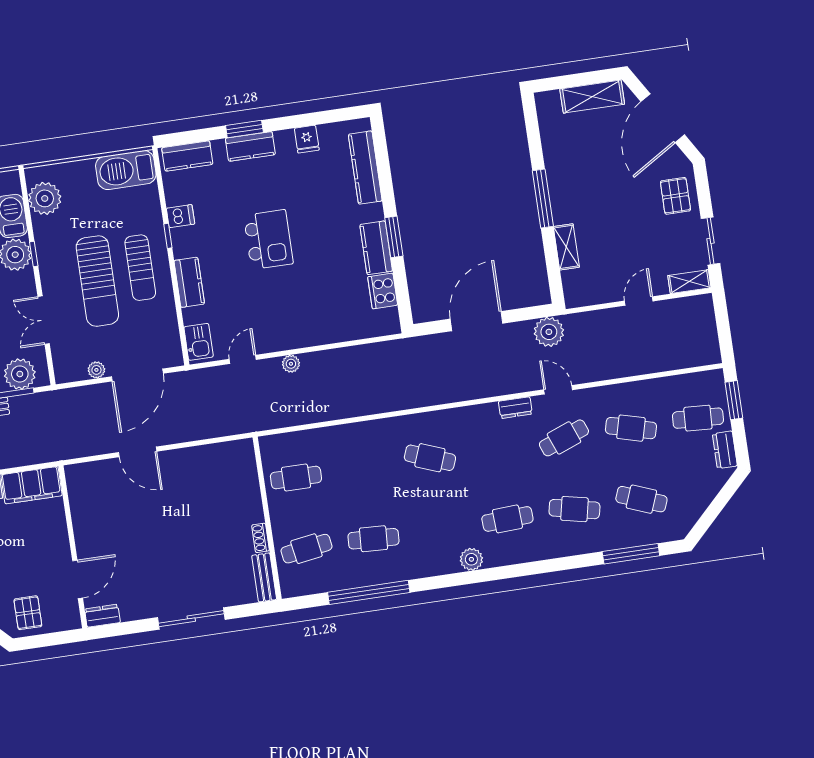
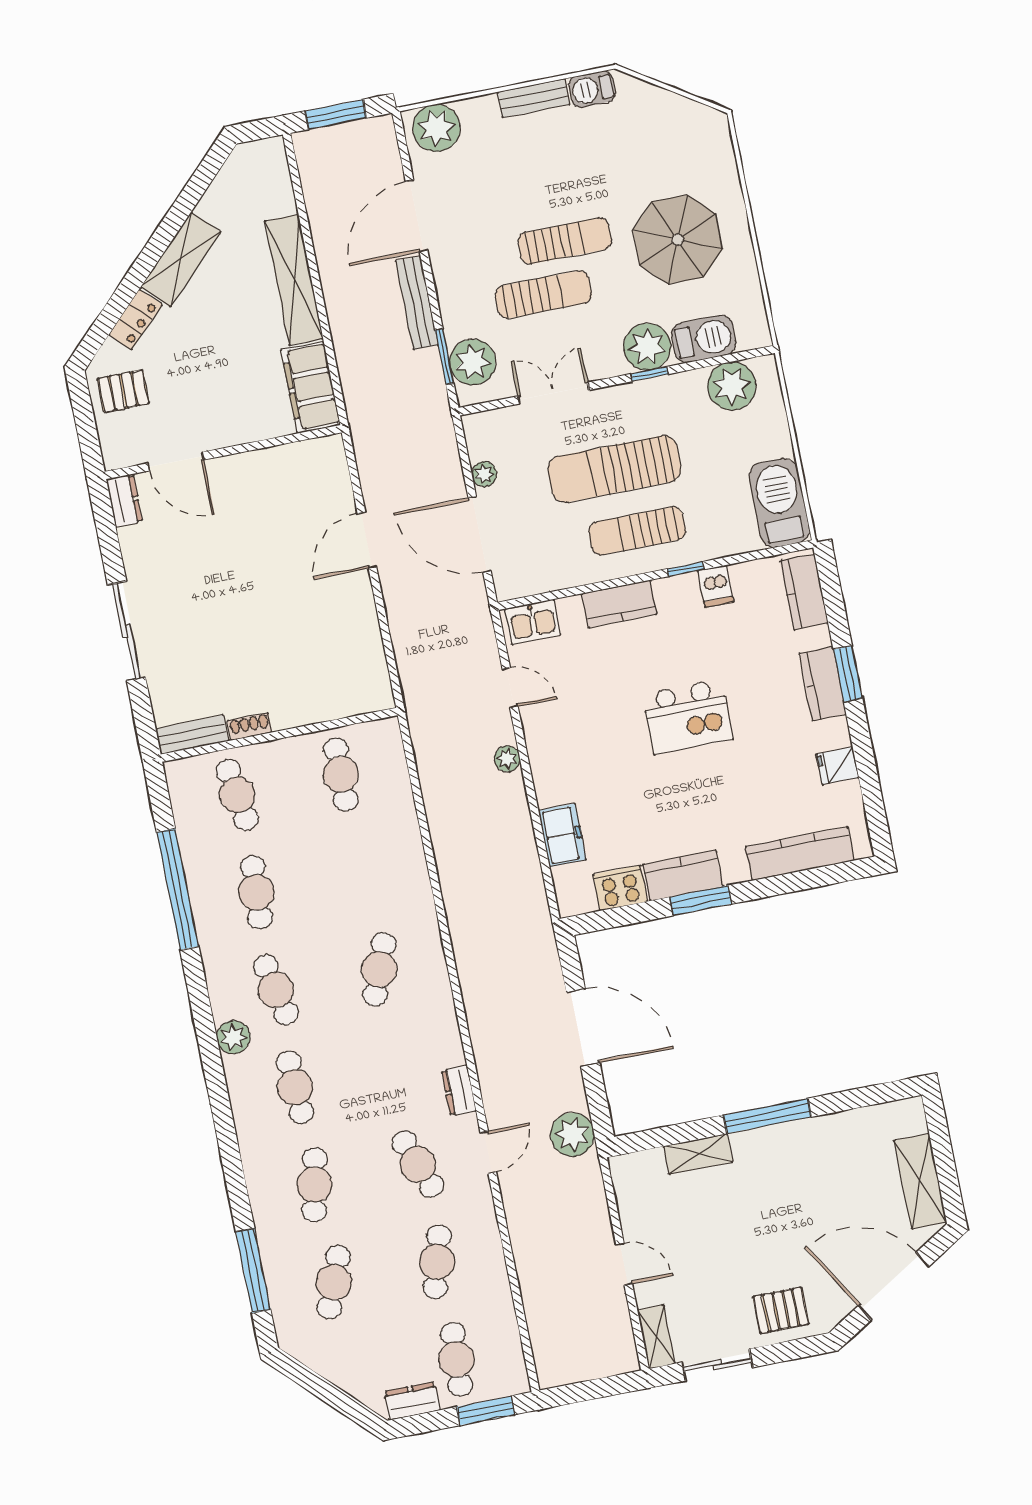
freezer: (345, 329) -> (562, 835), added
cafe table: (440, 529) -> (276, 990), added

